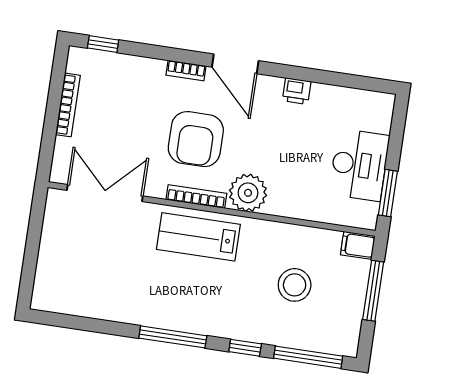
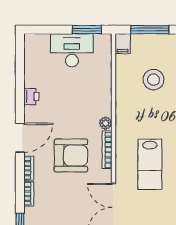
bookcase: (146, 64) -> (29, 194), added
plant: (248, 193) -> (106, 123), width x0.53, depth x0.53
lab bench: (198, 237) -> (150, 164), moved

